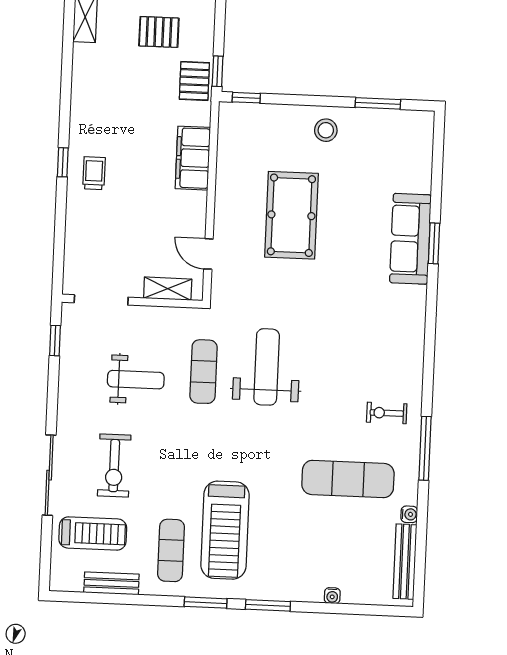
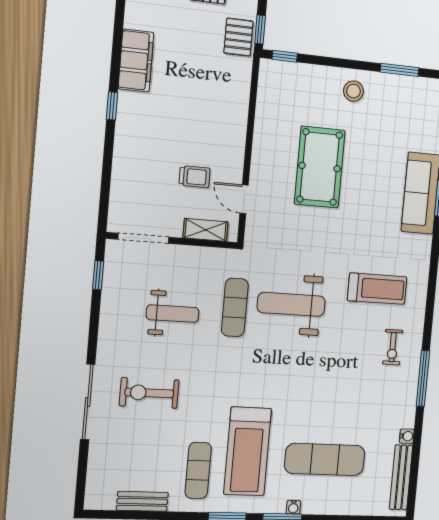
filing cabinet: (193, 158) -> (136, 61), moved, turned 180
trolley: (94, 173) -> (195, 177), moved, turned 90
weight bench: (267, 367) -> (291, 304), turned -90
exercise bike: (387, 413) -> (393, 347), turned -90
exercise bike: (114, 466) -> (149, 393), turned 90
exercise mat: (348, 479) -> (325, 459), moved
treadmill: (93, 533) -> (377, 289), moved
water cooler: (332, 596) -> (293, 507), moved

